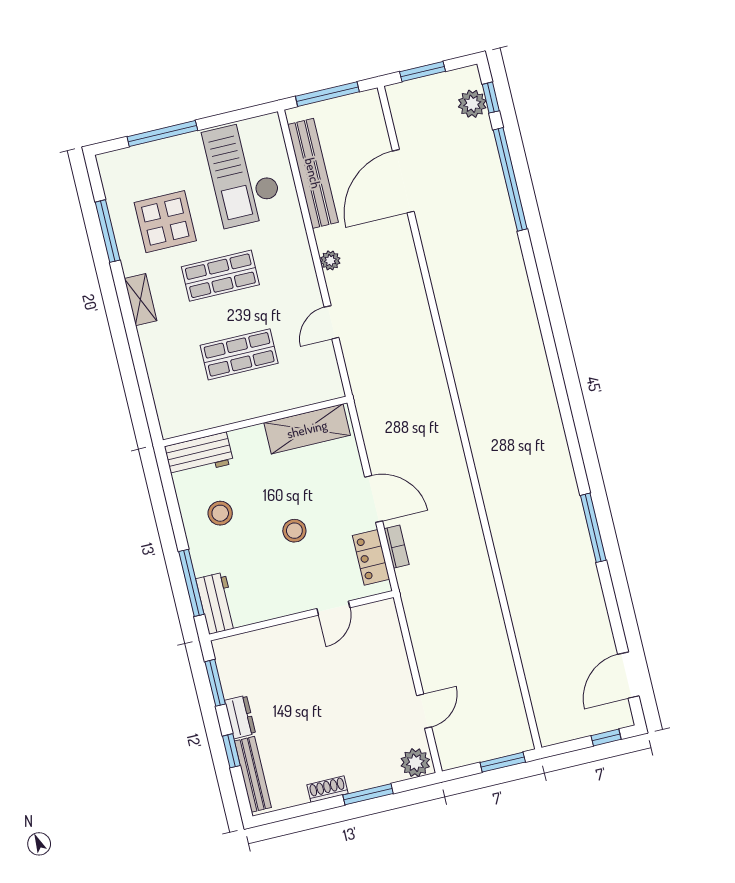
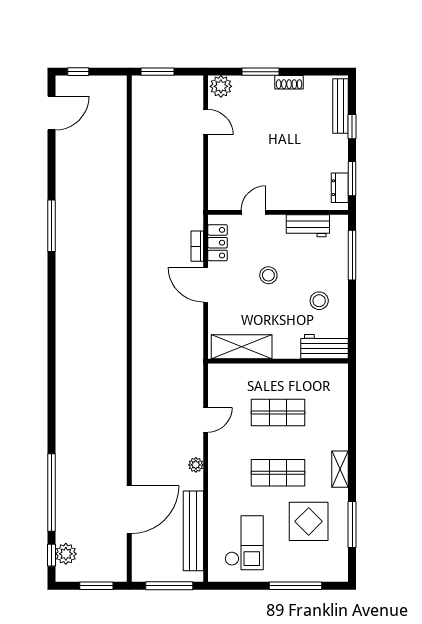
checkout: (243, 174) -> (244, 543), width x0.73, depth x0.83
workbench: (217, 603) -> (308, 226), moved, turned -90
door: (424, 711) -> (206, 122), swing flipped
dresser: (240, 717) -> (340, 188), moved

